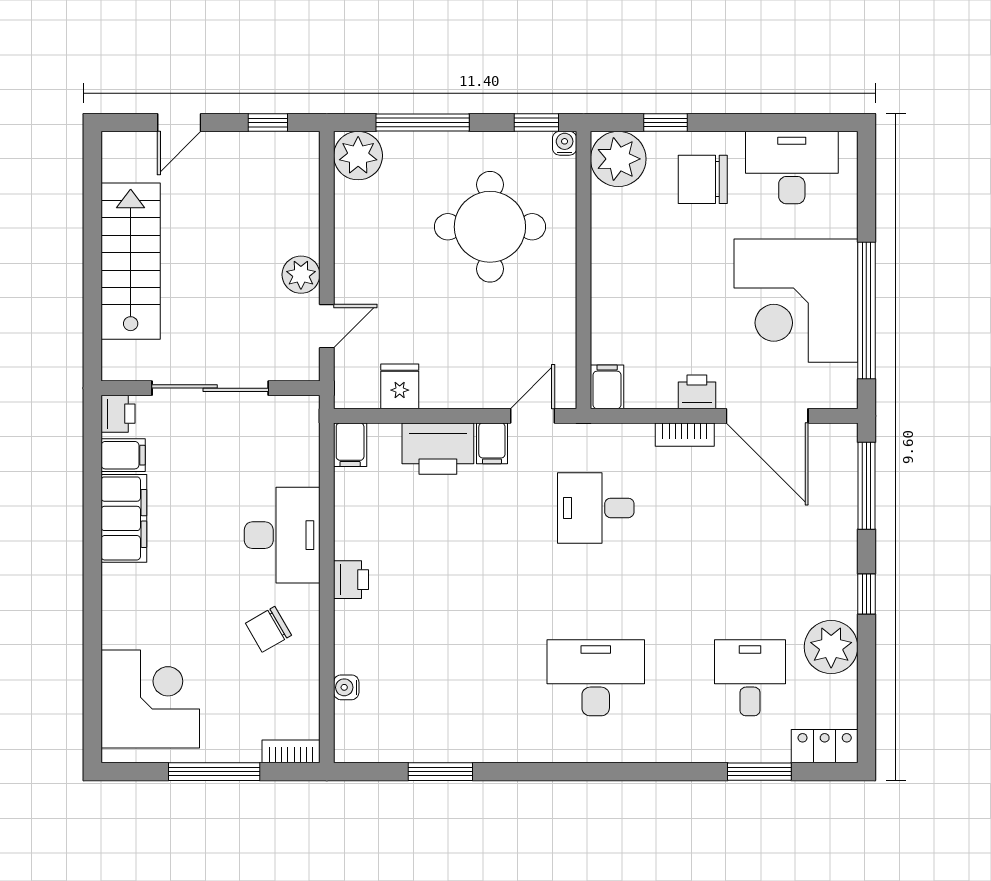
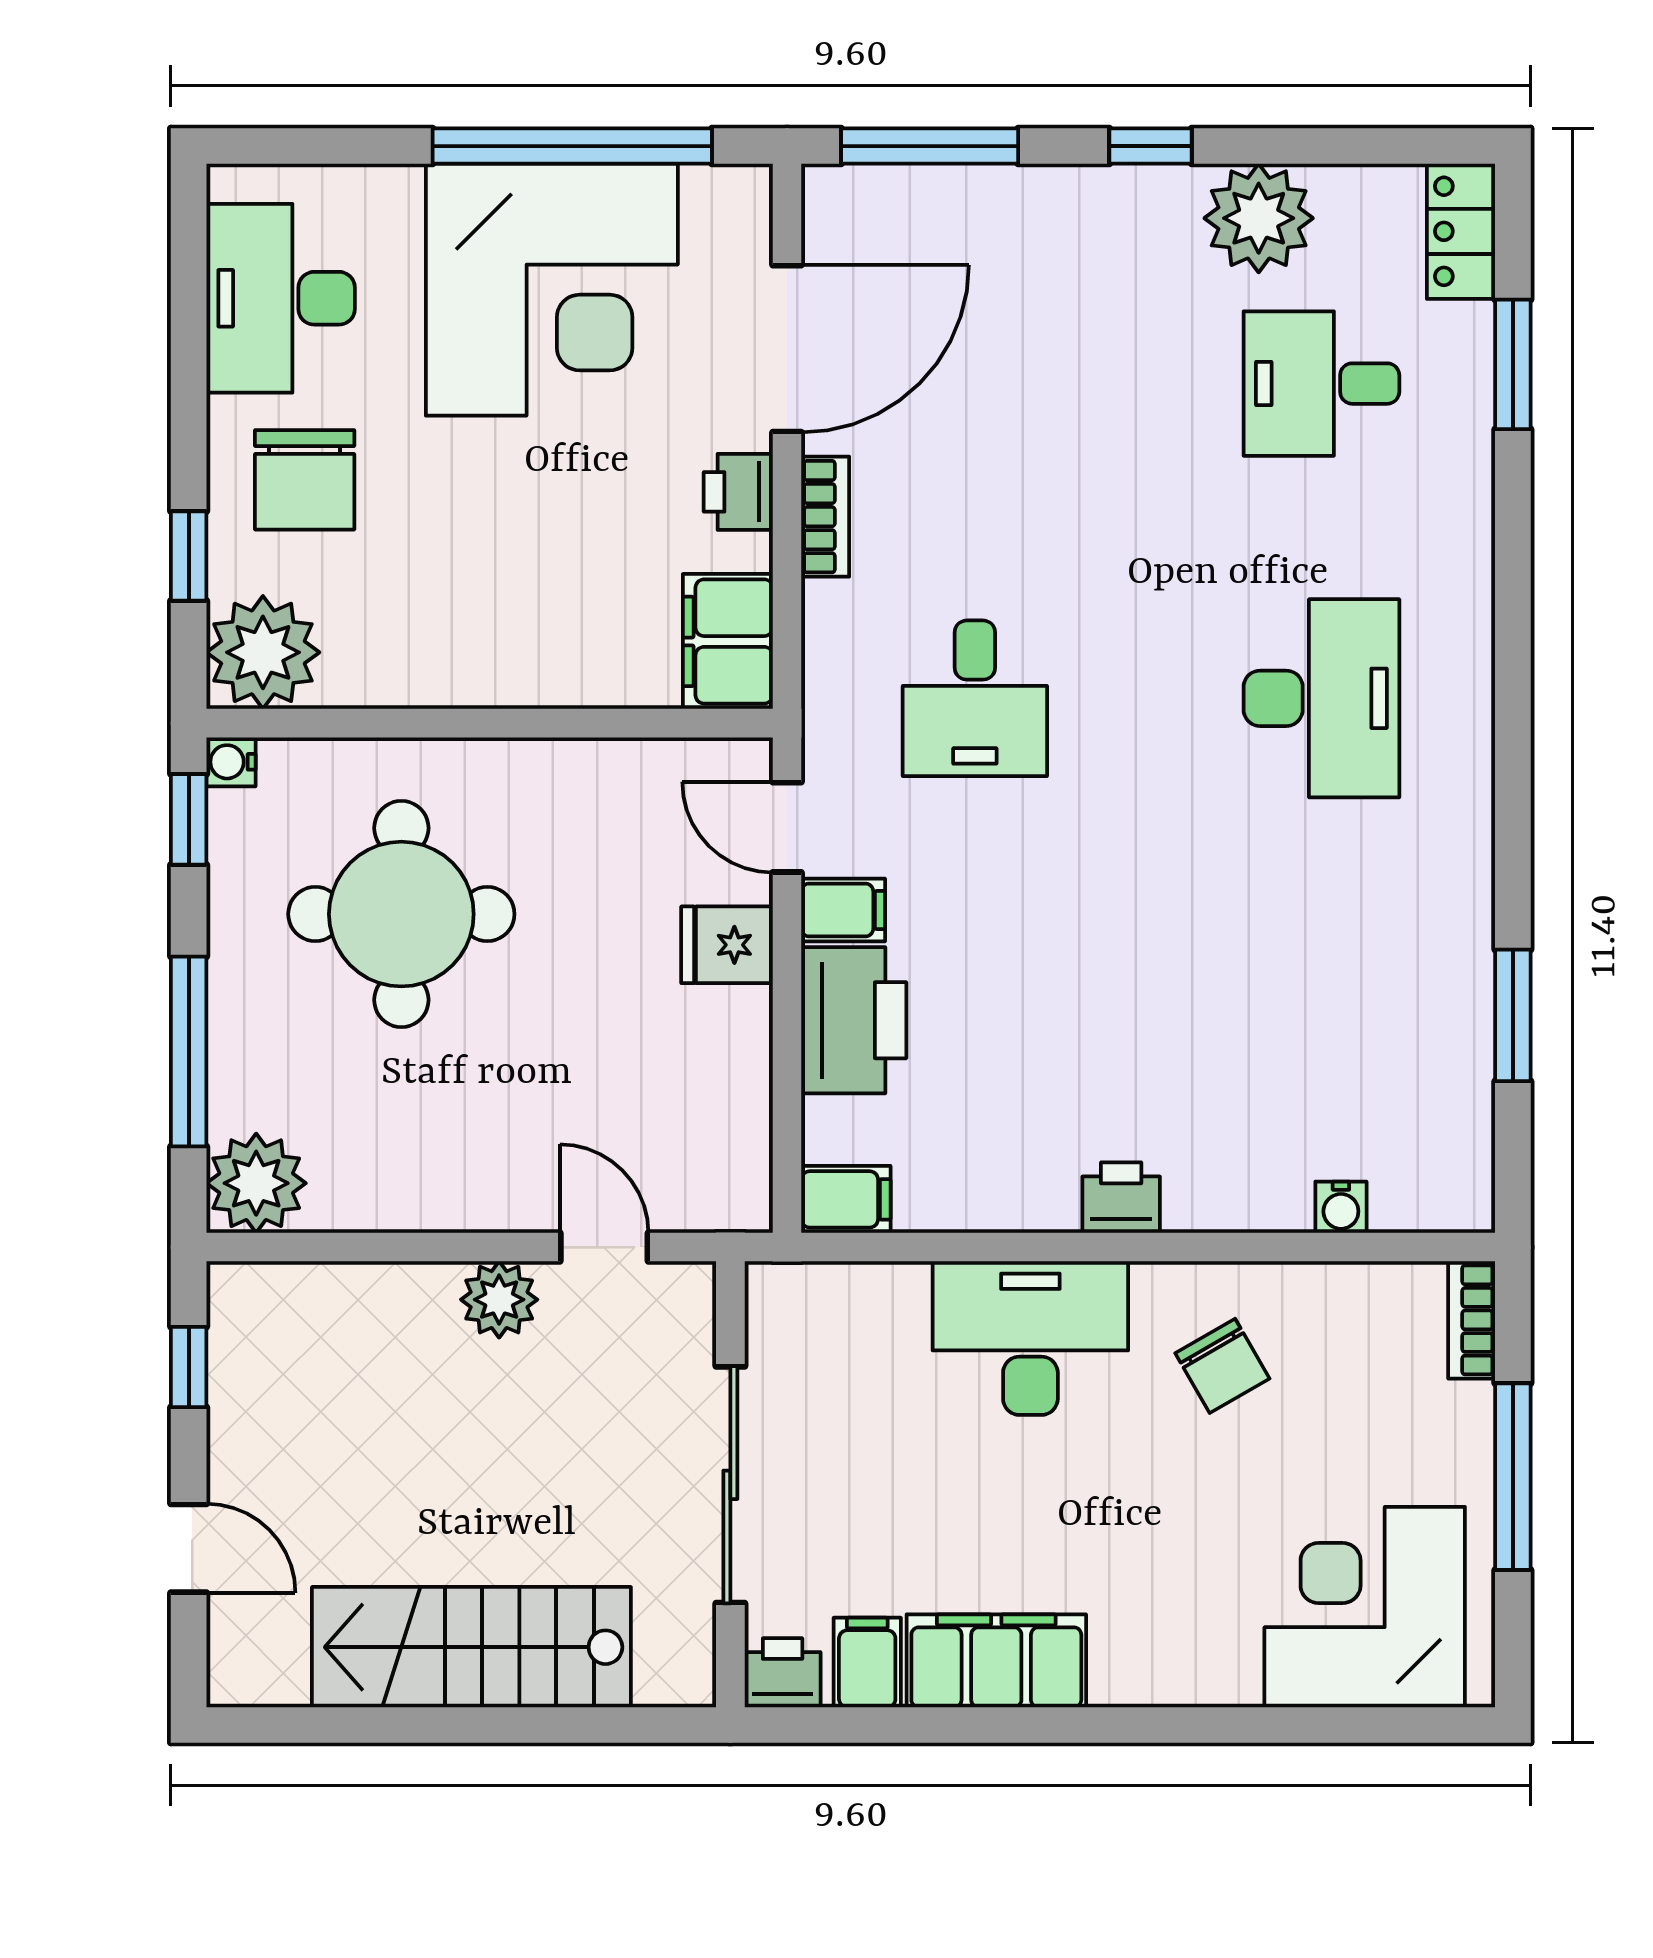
fridge: (400, 386) -> (727, 945), moved
filing cabinet: (607, 387) -> (728, 641), width x2.00
desk: (596, 678) -> (1321, 698), turned 180

